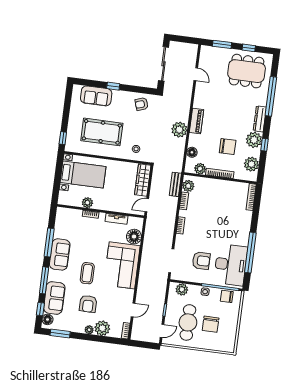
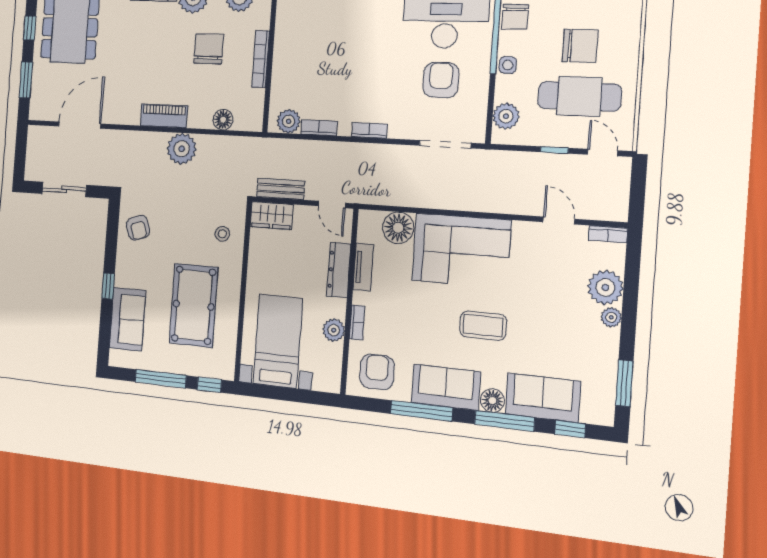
sliding door: (164, 64) -> (64, 189), width x0.73
door: (196, 74) -> (80, 125), width x1.88
window: (66, 112) -> (161, 379), added
plant: (200, 169) -> (254, 100), removed
wardrobe: (143, 180) -> (272, 216), width x0.67
bench: (175, 184) -> (281, 189), moved
dresser: (116, 207) -> (339, 270), added
armchair: (88, 304) -> (377, 372), moved, turned -90
floor lamp: (48, 319) -> (492, 401), moved

